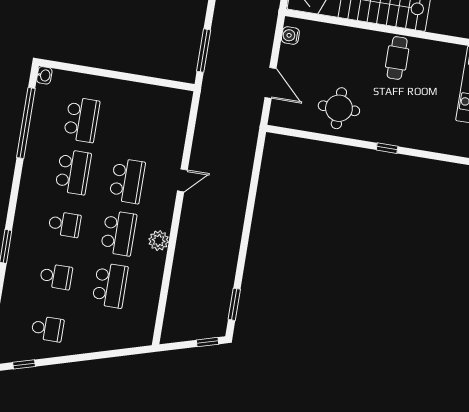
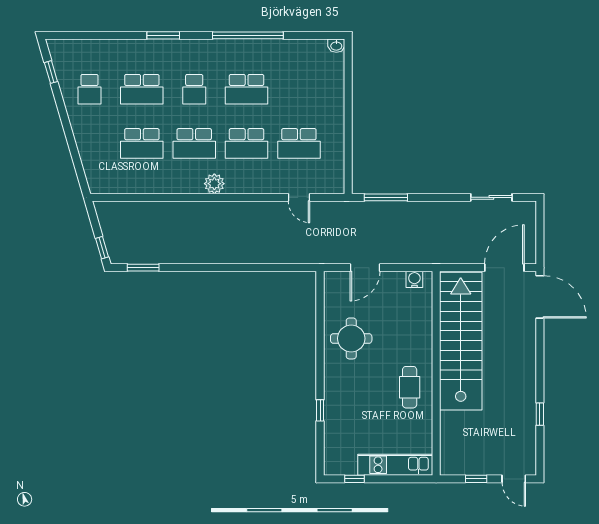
cafe table: (397, 58) -> (410, 387), turned 90
school desk: (82, 120) -> (299, 143), moved
window: (26, 123) -> (248, 35), moved
window: (387, 148) -> (320, 410), moved
door: (182, 180) -> (299, 197), moved
plant: (159, 240) -> (214, 184), moved
school desk: (56, 276) -> (142, 89), width x1.85

